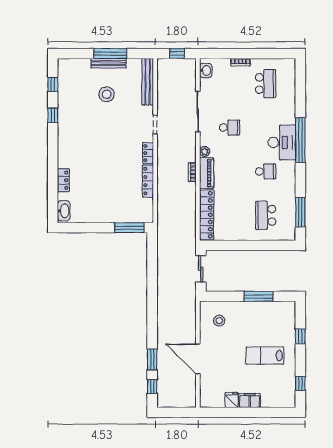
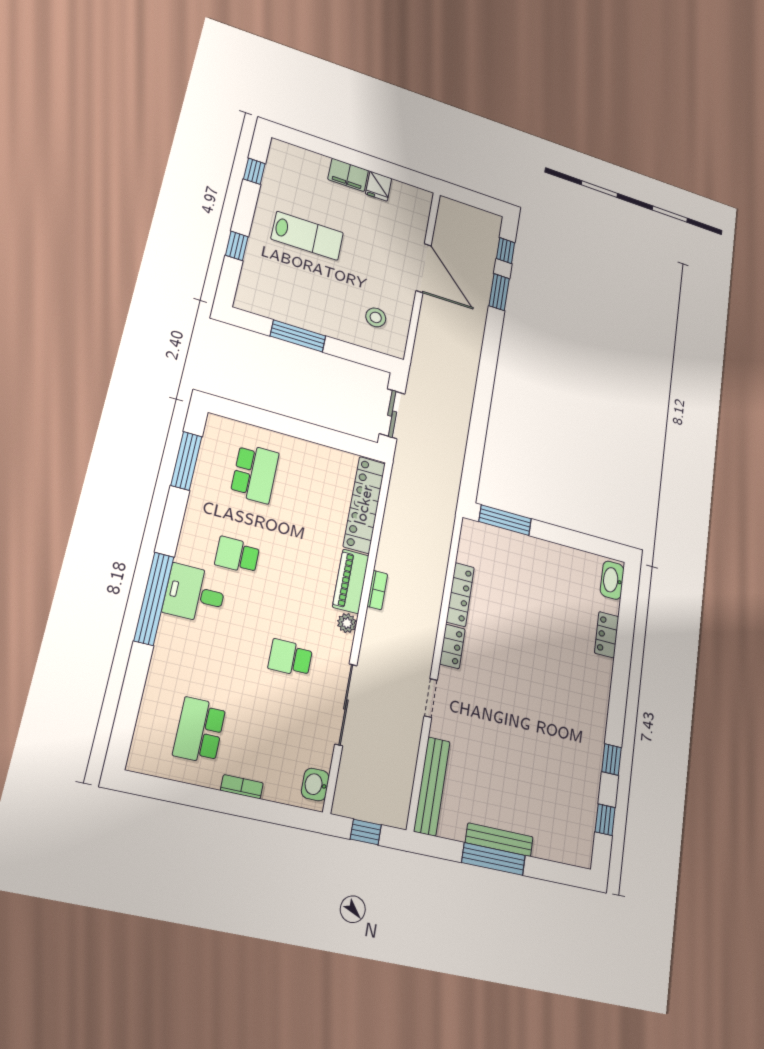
stool: (107, 94) -> (511, 778), removed
desk: (282, 142) -> (195, 594), width x0.73

